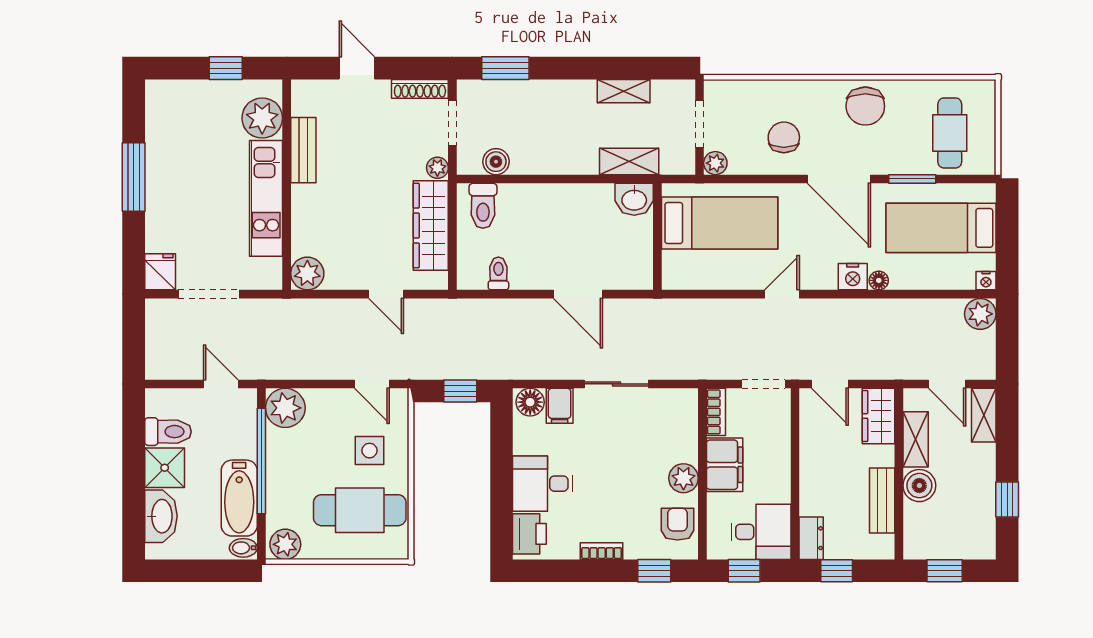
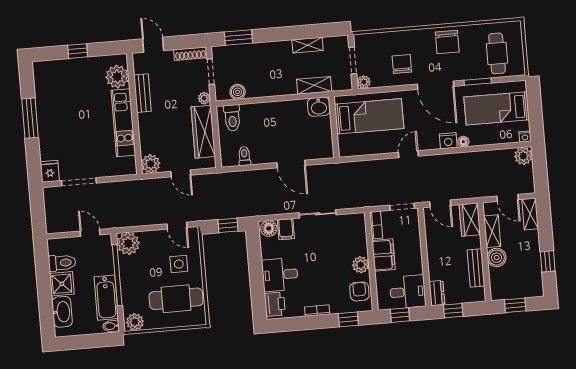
plant: (262, 118) -> (117, 77), moved
bench: (303, 150) -> (142, 93), moved
wall: (287, 185) -> (134, 114), moved
kitchen unit: (266, 198) -> (123, 123), moved
plant: (307, 273) -> (151, 164), moved

